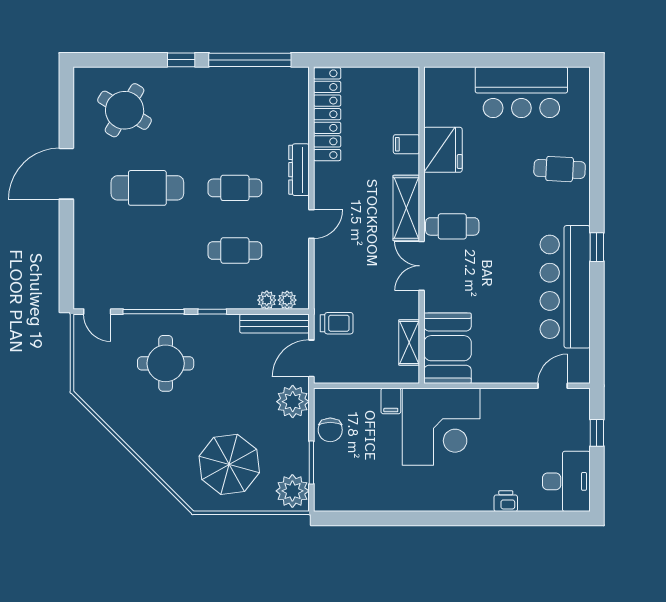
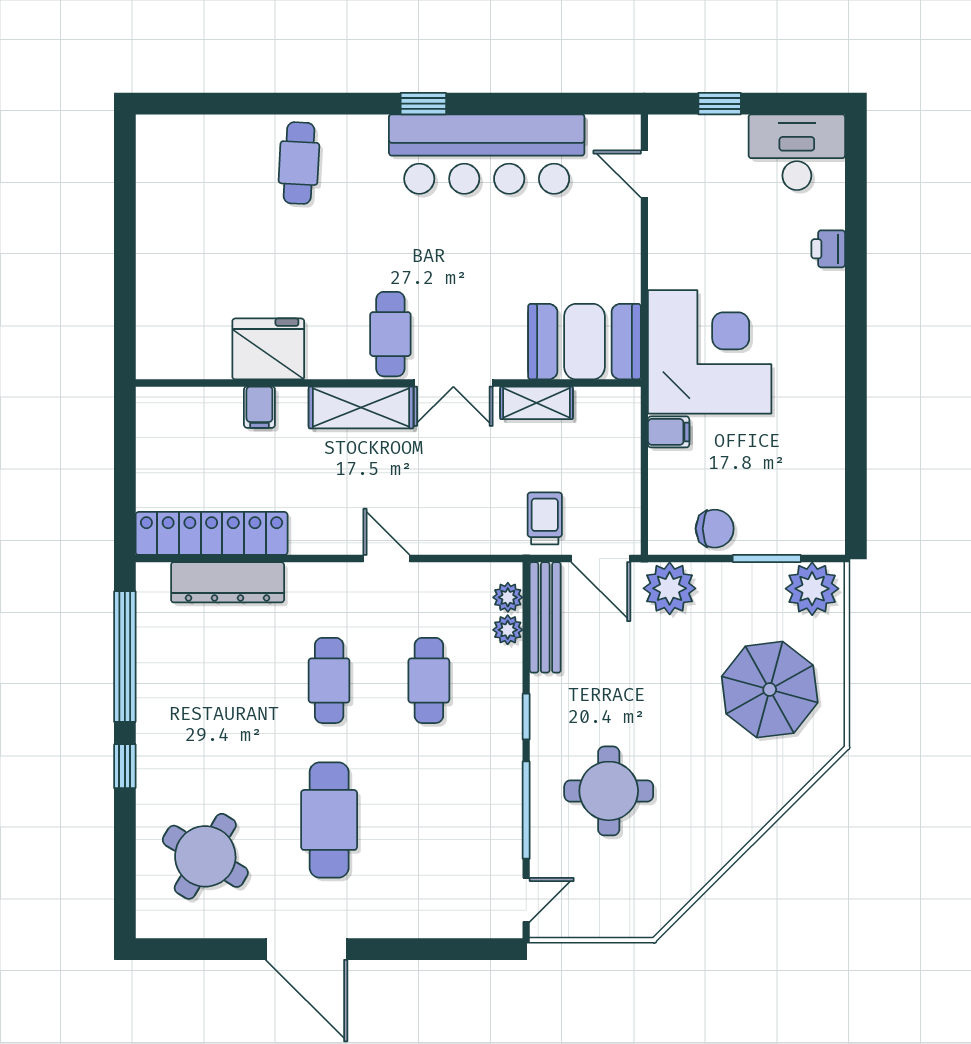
bar counter: (521, 92) -> (176, 224), removed
dresser: (299, 170) -> (228, 582), moved, width x1.37, depth x1.24
shelving: (409, 342) -> (537, 403), moved

